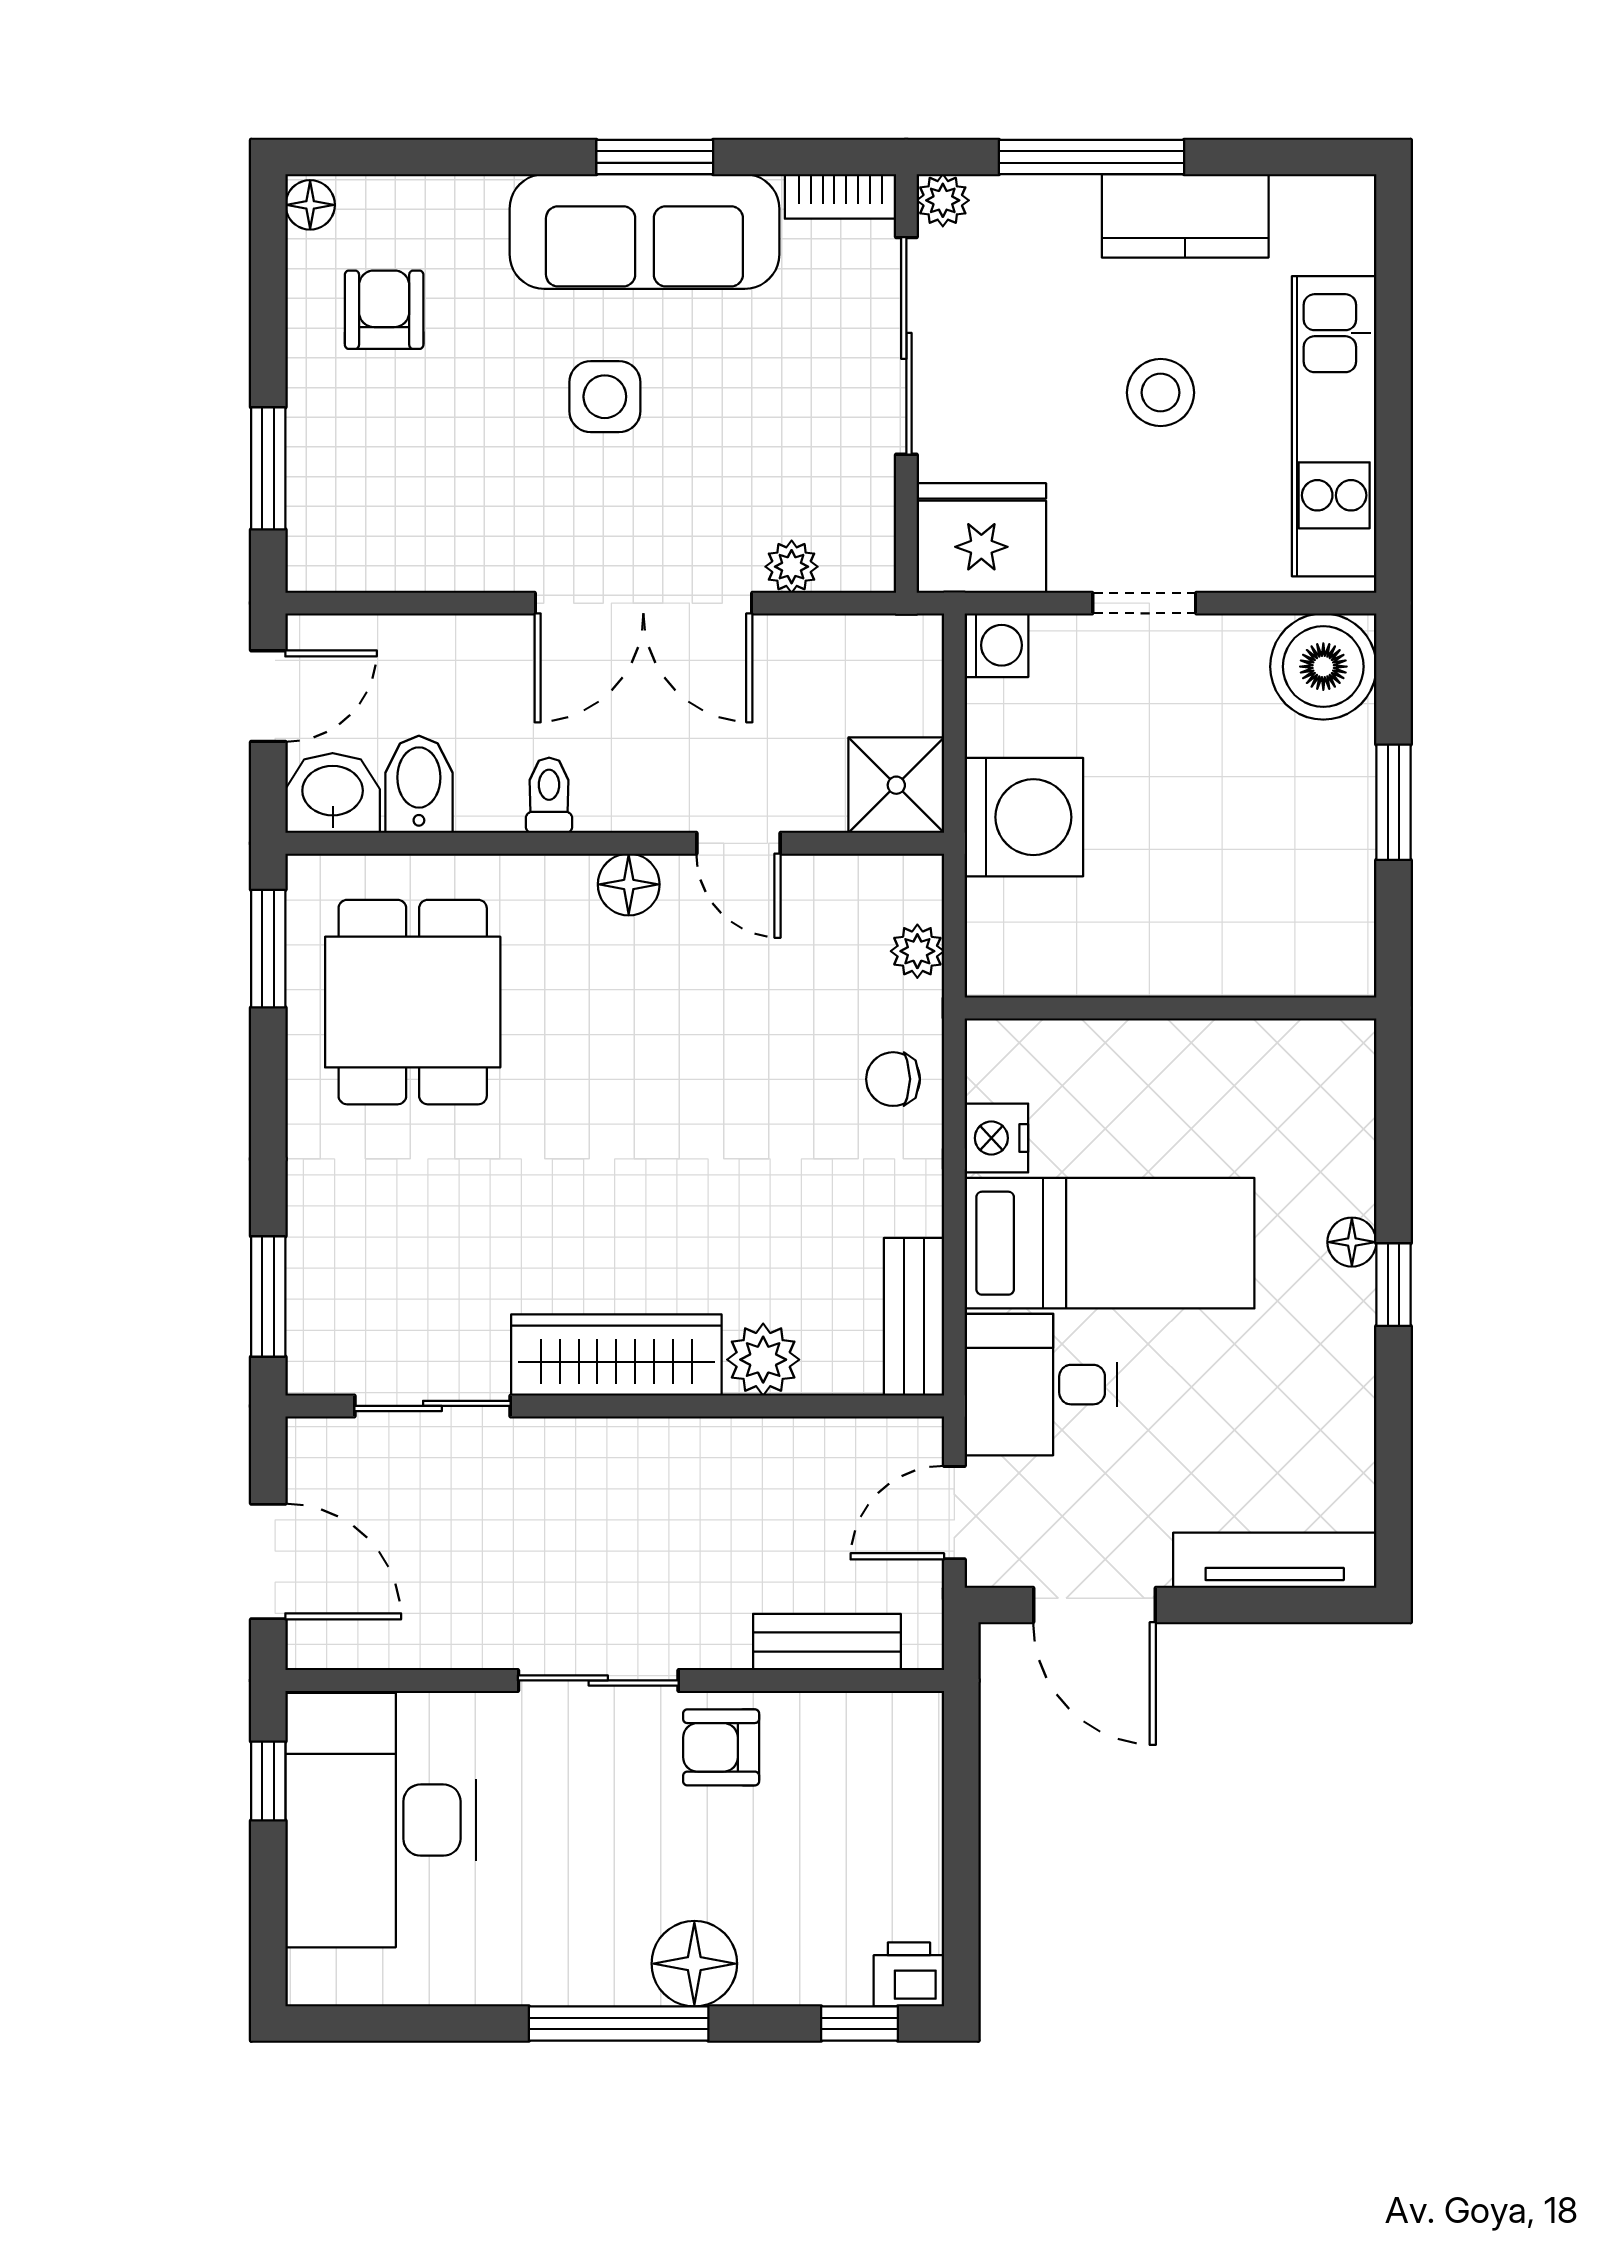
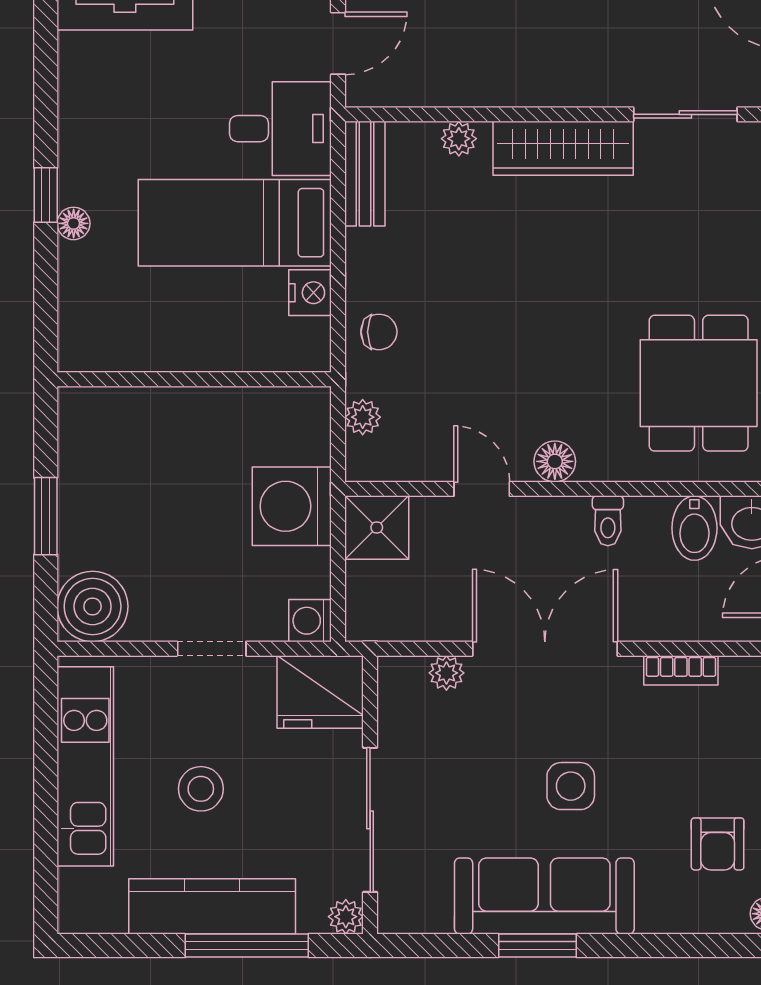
bookcase: (840, 196) -> (681, 670), moved, turned 180
kitchen counter: (1185, 216) -> (212, 906), width x1.50
plant: (763, 1360) -> (459, 139), width x0.73, depth x0.73

